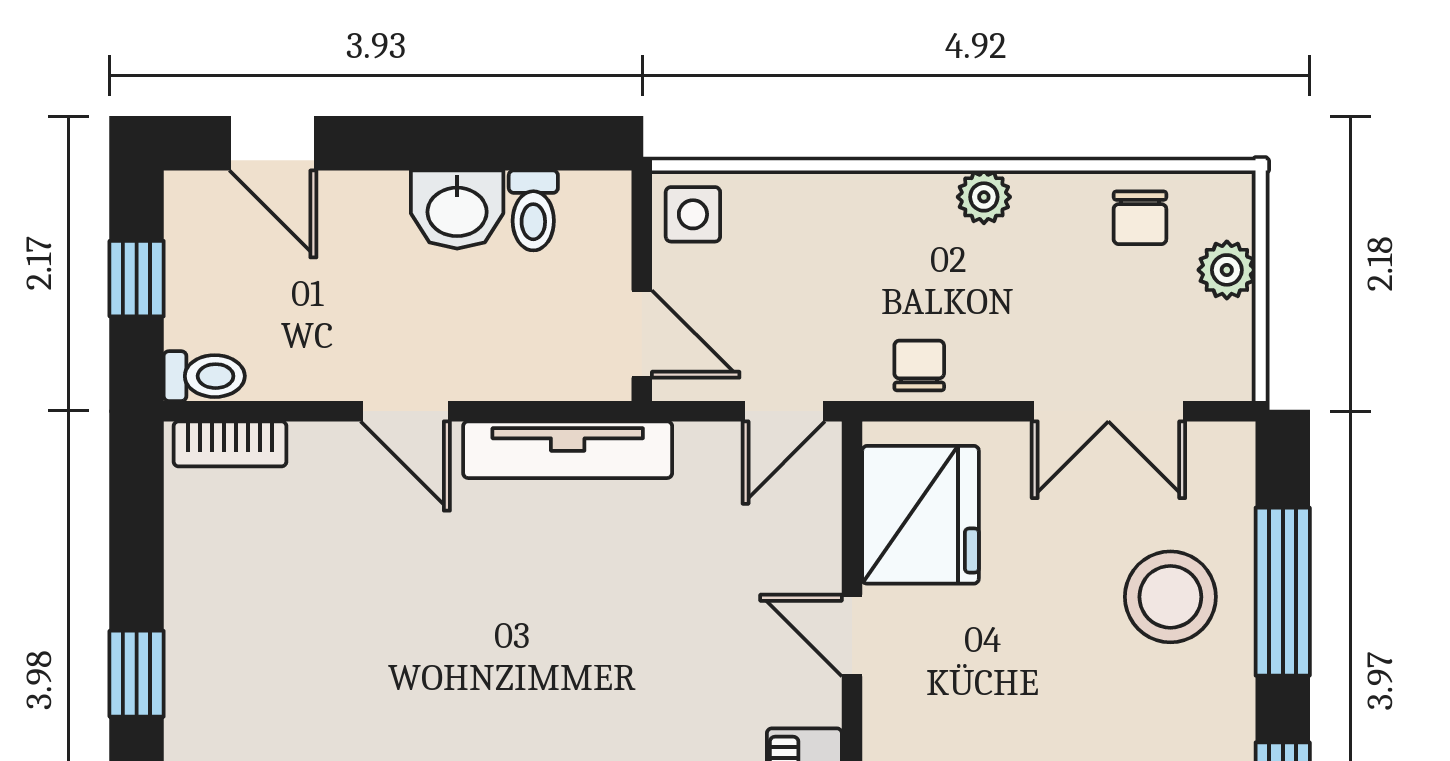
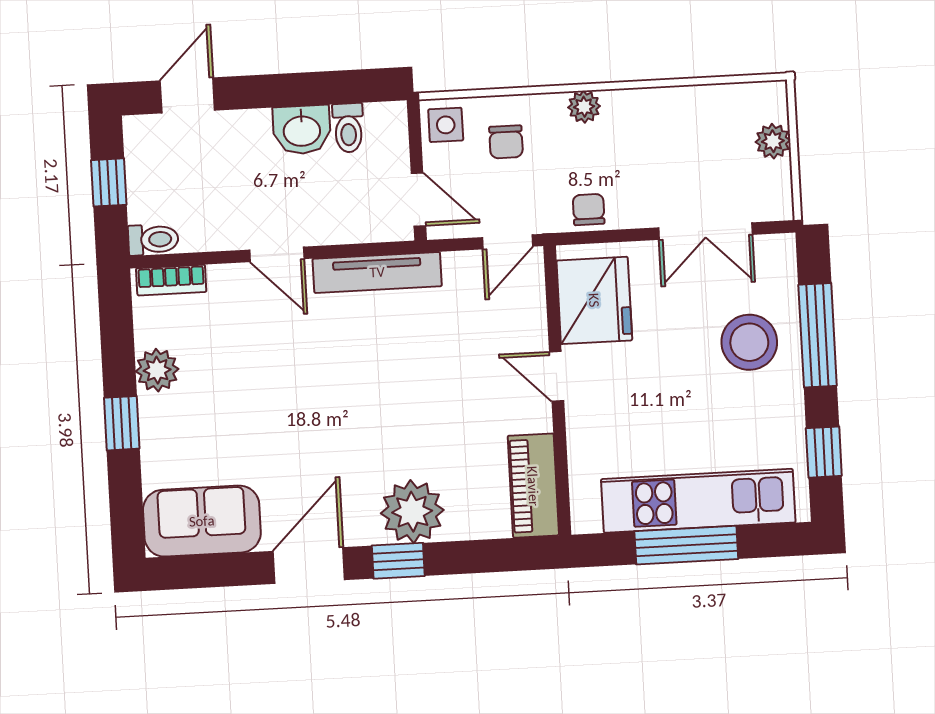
door: (273, 143) -> (187, 95), swing flipped
plant: (984, 197) -> (584, 107), moved
chair: (1140, 218) -> (506, 142), moved
plant: (199, 590) -> (157, 370), added

